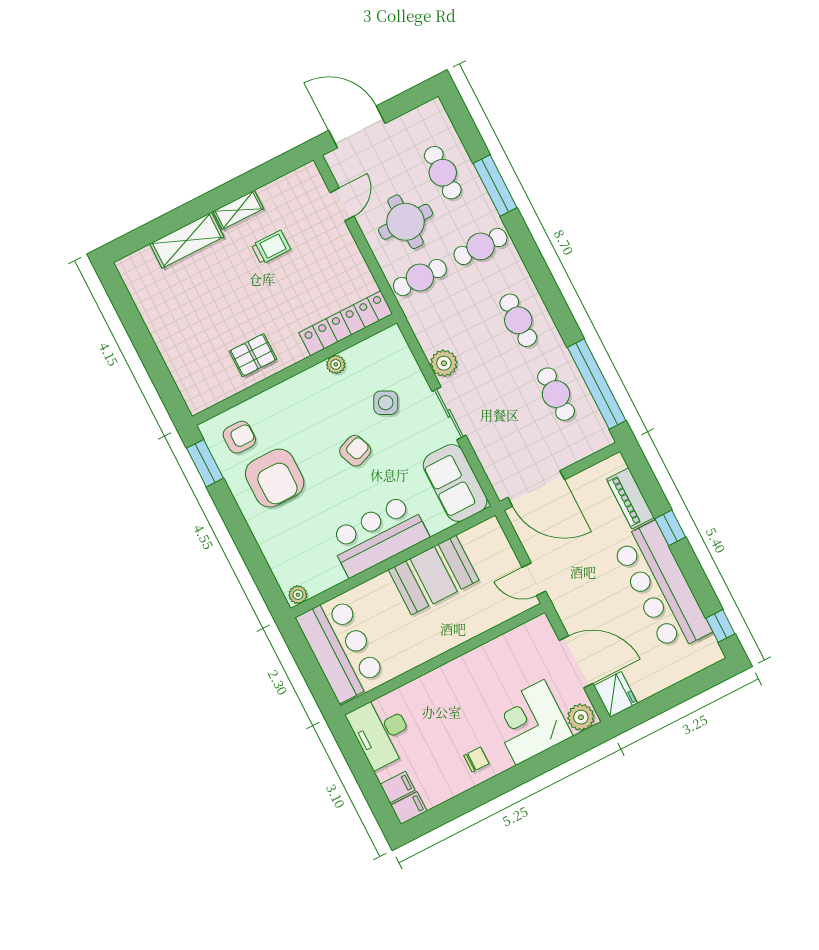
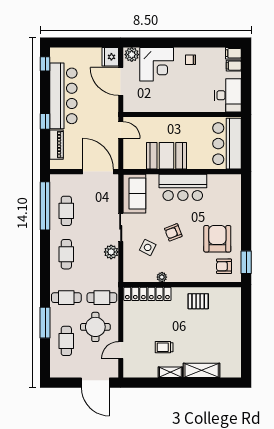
plant: (298, 595) -> (234, 179), removed

